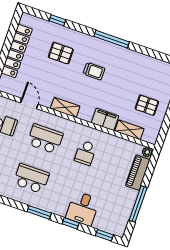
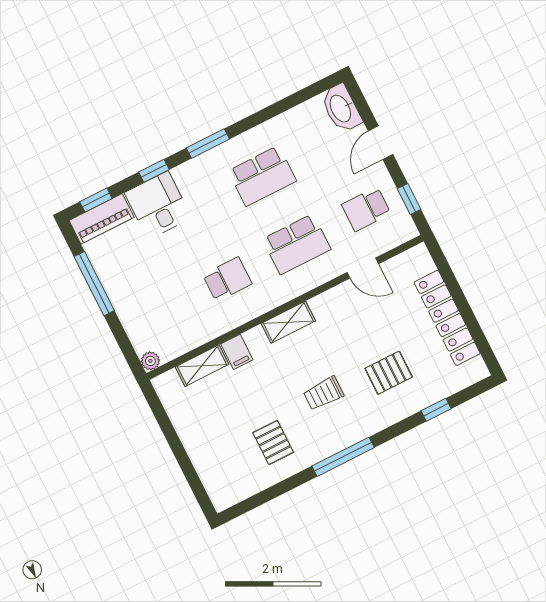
pallet: (147, 105) -> (273, 442), moved, turned 90
shelving: (65, 107) -> (288, 322), moved
filing cabinet: (105, 119) -> (237, 352), width x0.50
school desk: (86, 153) -> (227, 279), turned 90
piano: (138, 173) -> (102, 219), moved, turned 90

